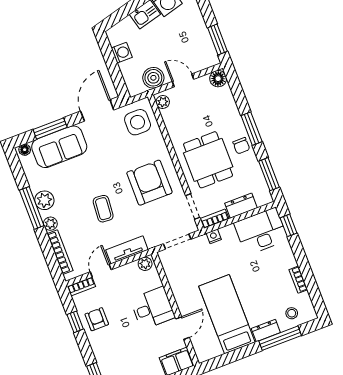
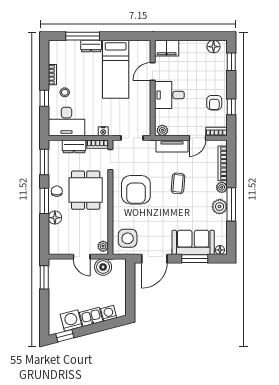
washing machine: (122, 53) -> (109, 313), moved, turned 75
floor lamp: (218, 79) -> (55, 218), moved
window: (289, 225) -> (44, 98), moved
stool: (292, 313) -> (65, 92), moved

